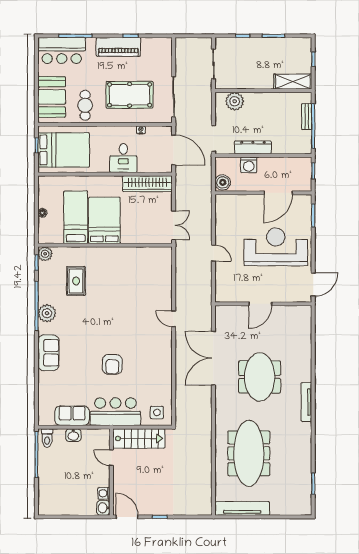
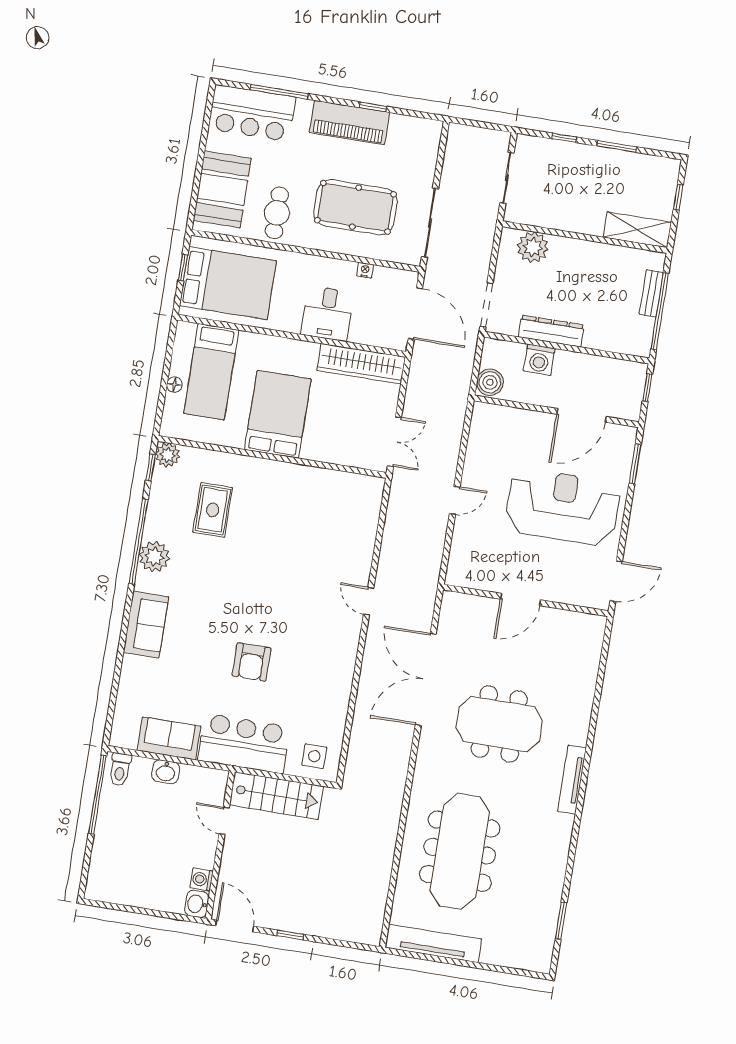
bed: (76, 217) -> (211, 372), moved, turned 180
door: (213, 253) -> (455, 500), hinge flipped
meeting table: (260, 377) -> (499, 724), turned 90

